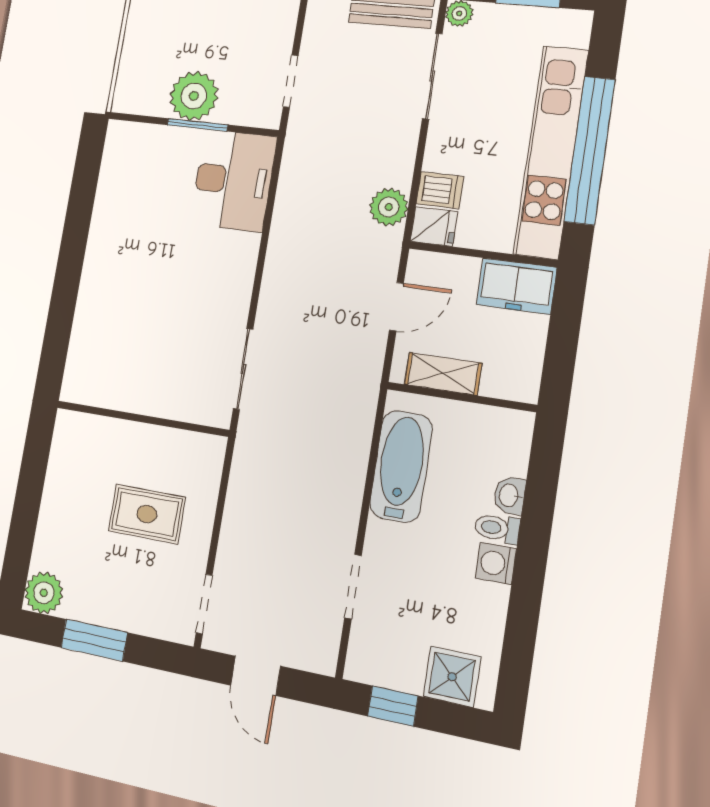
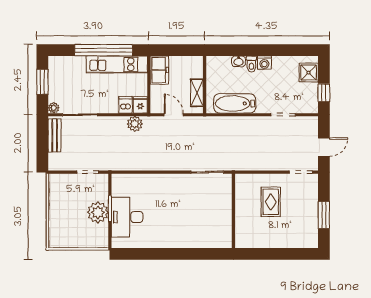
kitchen unit: (551, 152) -> (117, 64), width x0.73
desk: (233, 180) -> (127, 217), moved, turned -90
plant: (44, 593) -> (310, 240), removed

